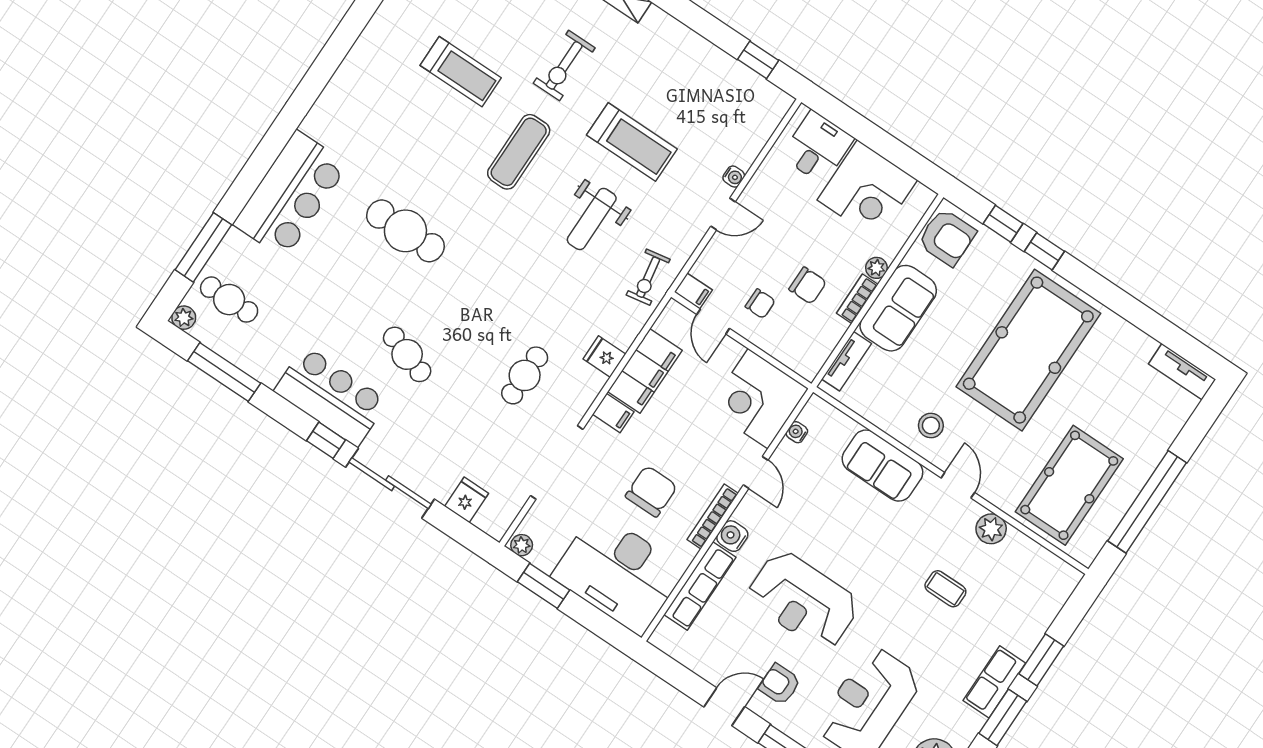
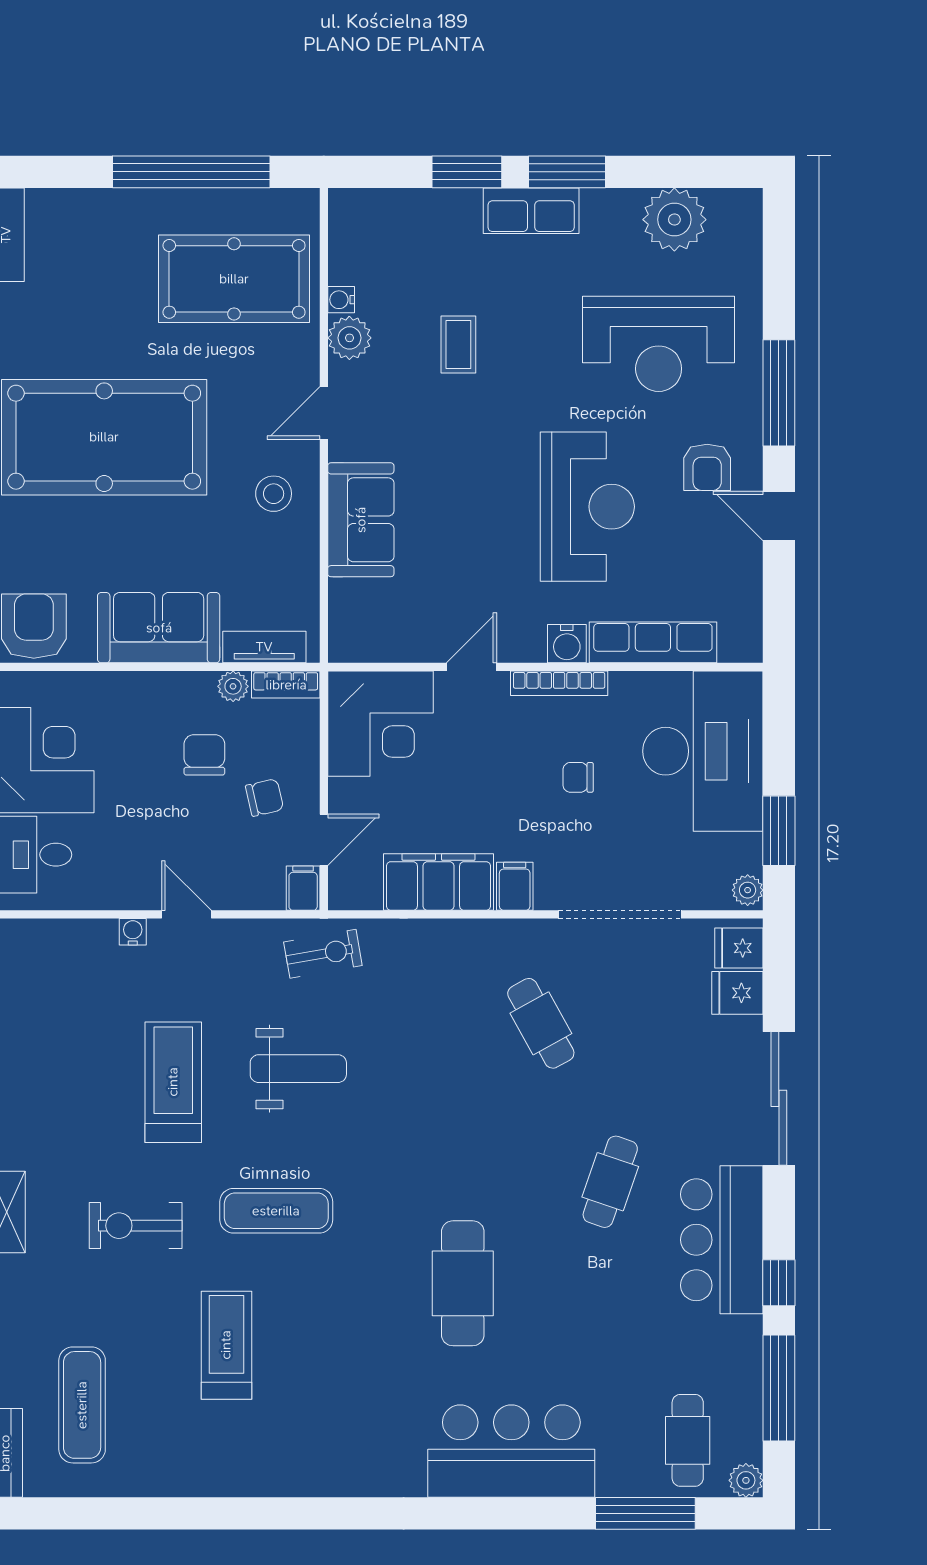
exercise bike: (564, 65) -> (136, 1226), turned 180
plant: (876, 268) -> (233, 686), moved
bookcase: (857, 299) -> (286, 685), moved
chair: (760, 304) -> (264, 798), turned 77
fridge: (604, 356) -> (739, 948), moved, turned 90
cafe table: (525, 375) -> (541, 1023), turned 61
water cooler: (797, 432) -> (341, 300), moved, turned 90
window: (326, 440) -> (779, 1283), moved
chair: (651, 491) -> (578, 777), width x0.54, depth x0.54

